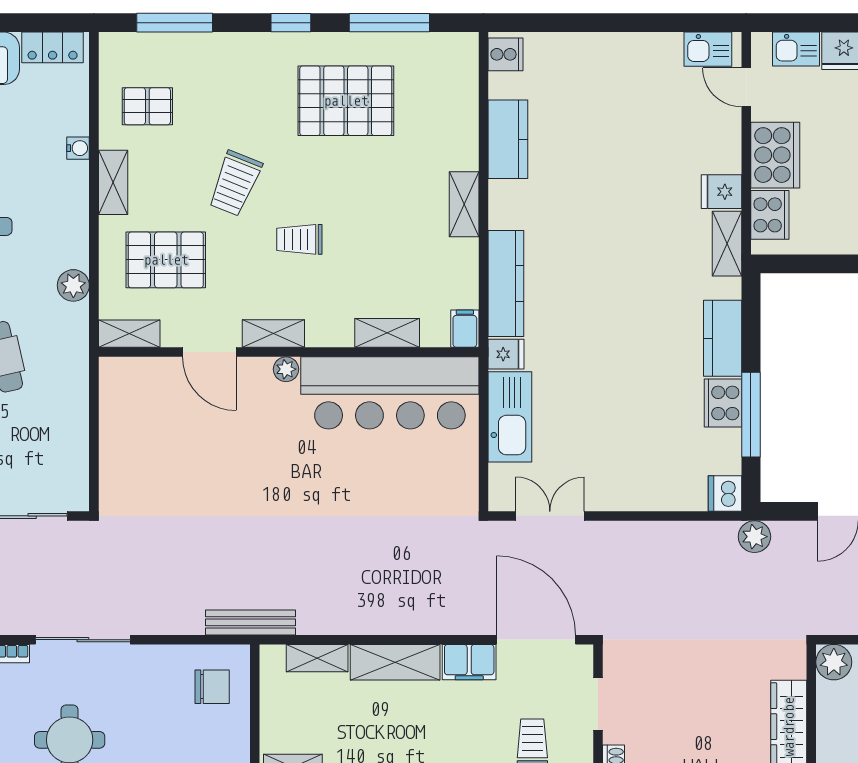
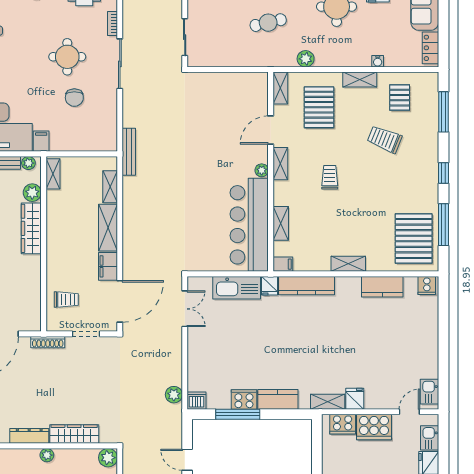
pallet: (346, 101) -> (414, 238), moved
trolley: (235, 183) -> (385, 139), moved
plant: (754, 537) -> (174, 395), moved
chair: (212, 687) -> (74, 98), moved

